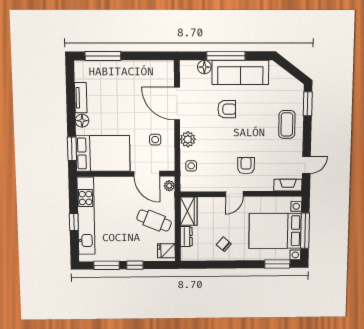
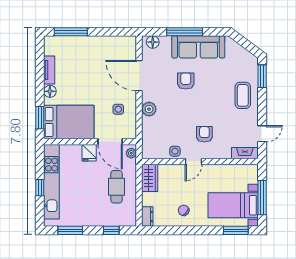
floor lamp: (204, 67) -> (153, 42), moved
armchair: (227, 109) -> (186, 81), turned -90
side table: (191, 166) -> (175, 151), moved
cafe table: (154, 221) -> (117, 187), turned 68
bed with nightstands: (275, 231) -> (233, 205), width x0.73
dresser: (186, 237) -> (147, 216), moved
fridge: (166, 251) -> (89, 153), moved, turned -90
window: (135, 265) -> (111, 230), moved

